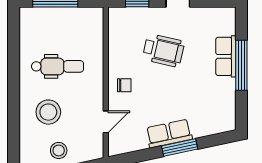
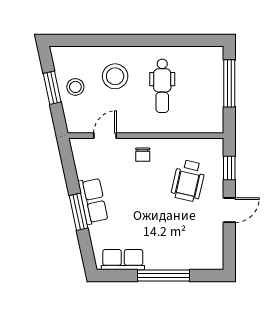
wheelchair: (163, 50) -> (188, 181), moved
row of seats: (226, 56) -> (123, 260), moved
door: (106, 122) -> (105, 136), swing flipped

